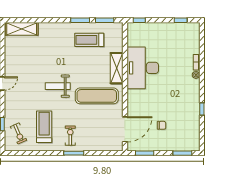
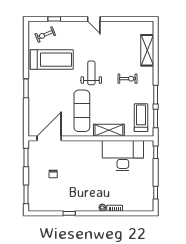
shelving: (22, 29) -> (147, 50), moved
treadmill: (89, 40) -> (141, 118), moved
desk: (143, 68) -> (123, 156), moved
treadmill: (44, 127) -> (52, 60), width x1.37, depth x1.38
door: (125, 129) -> (49, 138), swing flipped
exercise bike: (70, 136) -> (128, 79), moved

